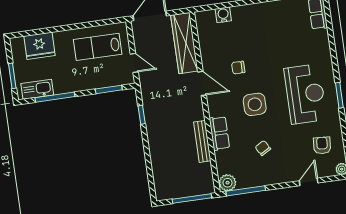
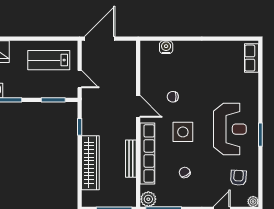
wardrobe: (184, 43) -> (90, 163), moved, turned 180
row of seats: (219, 133) -> (147, 153), width x2.02

